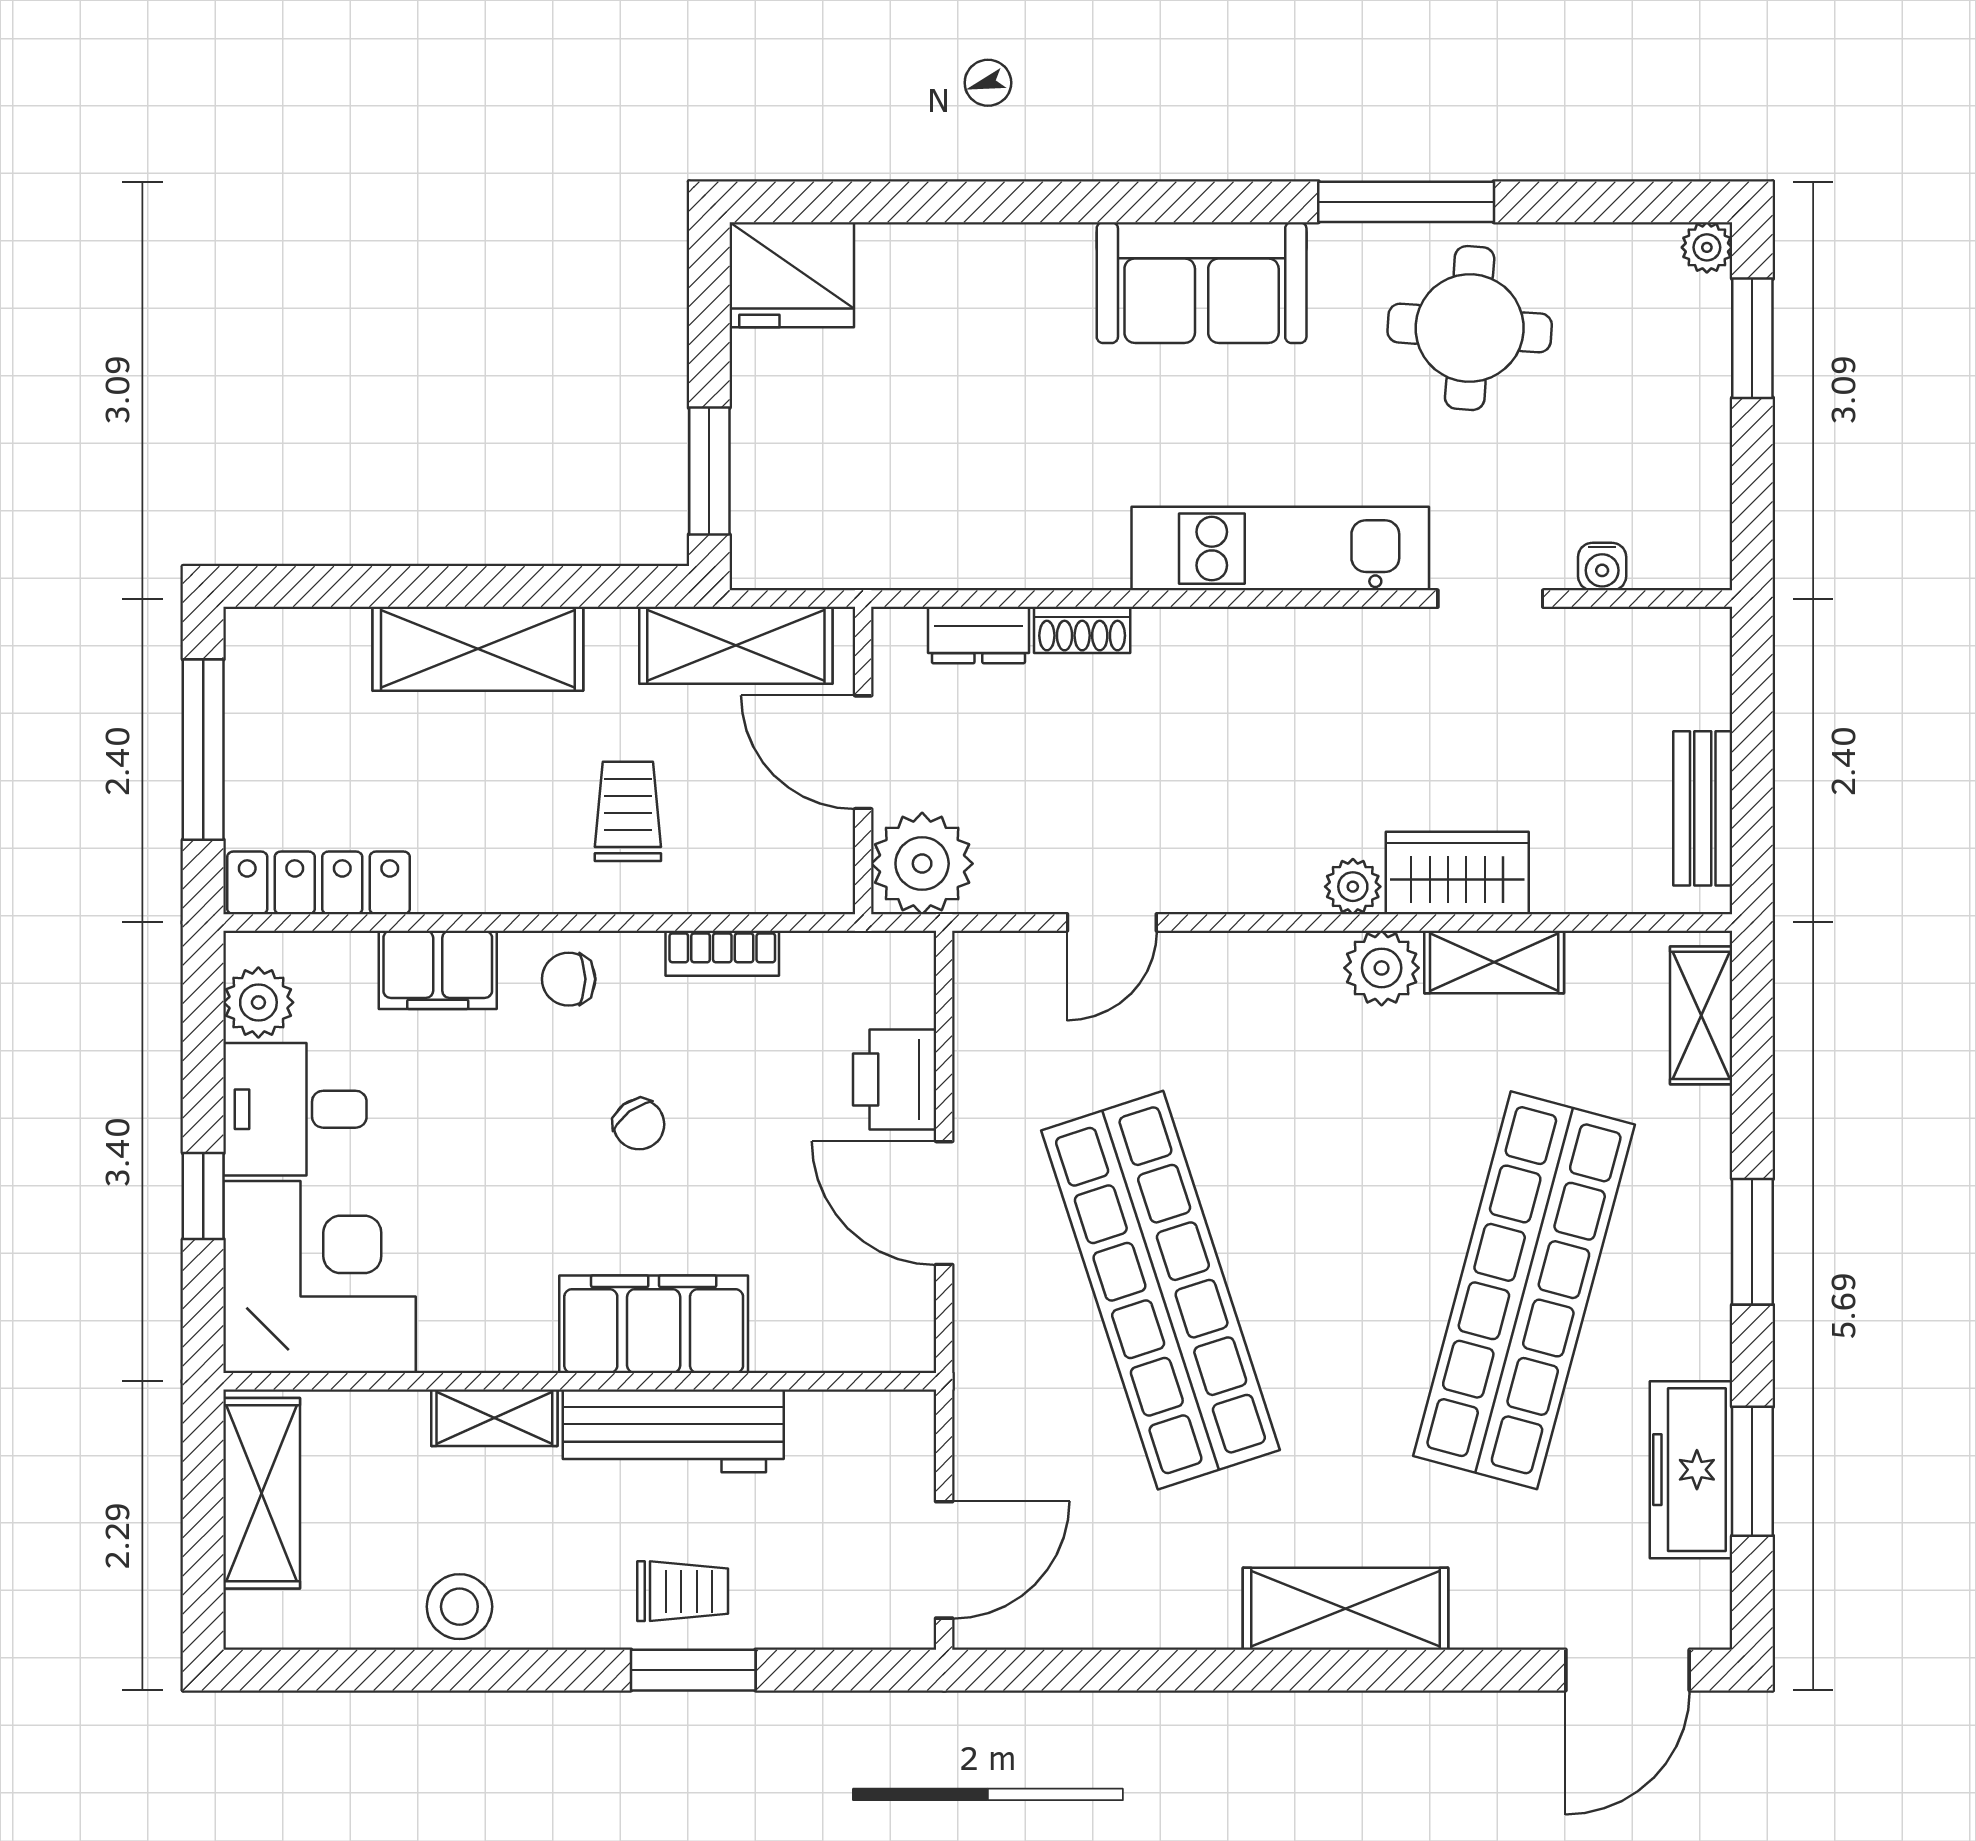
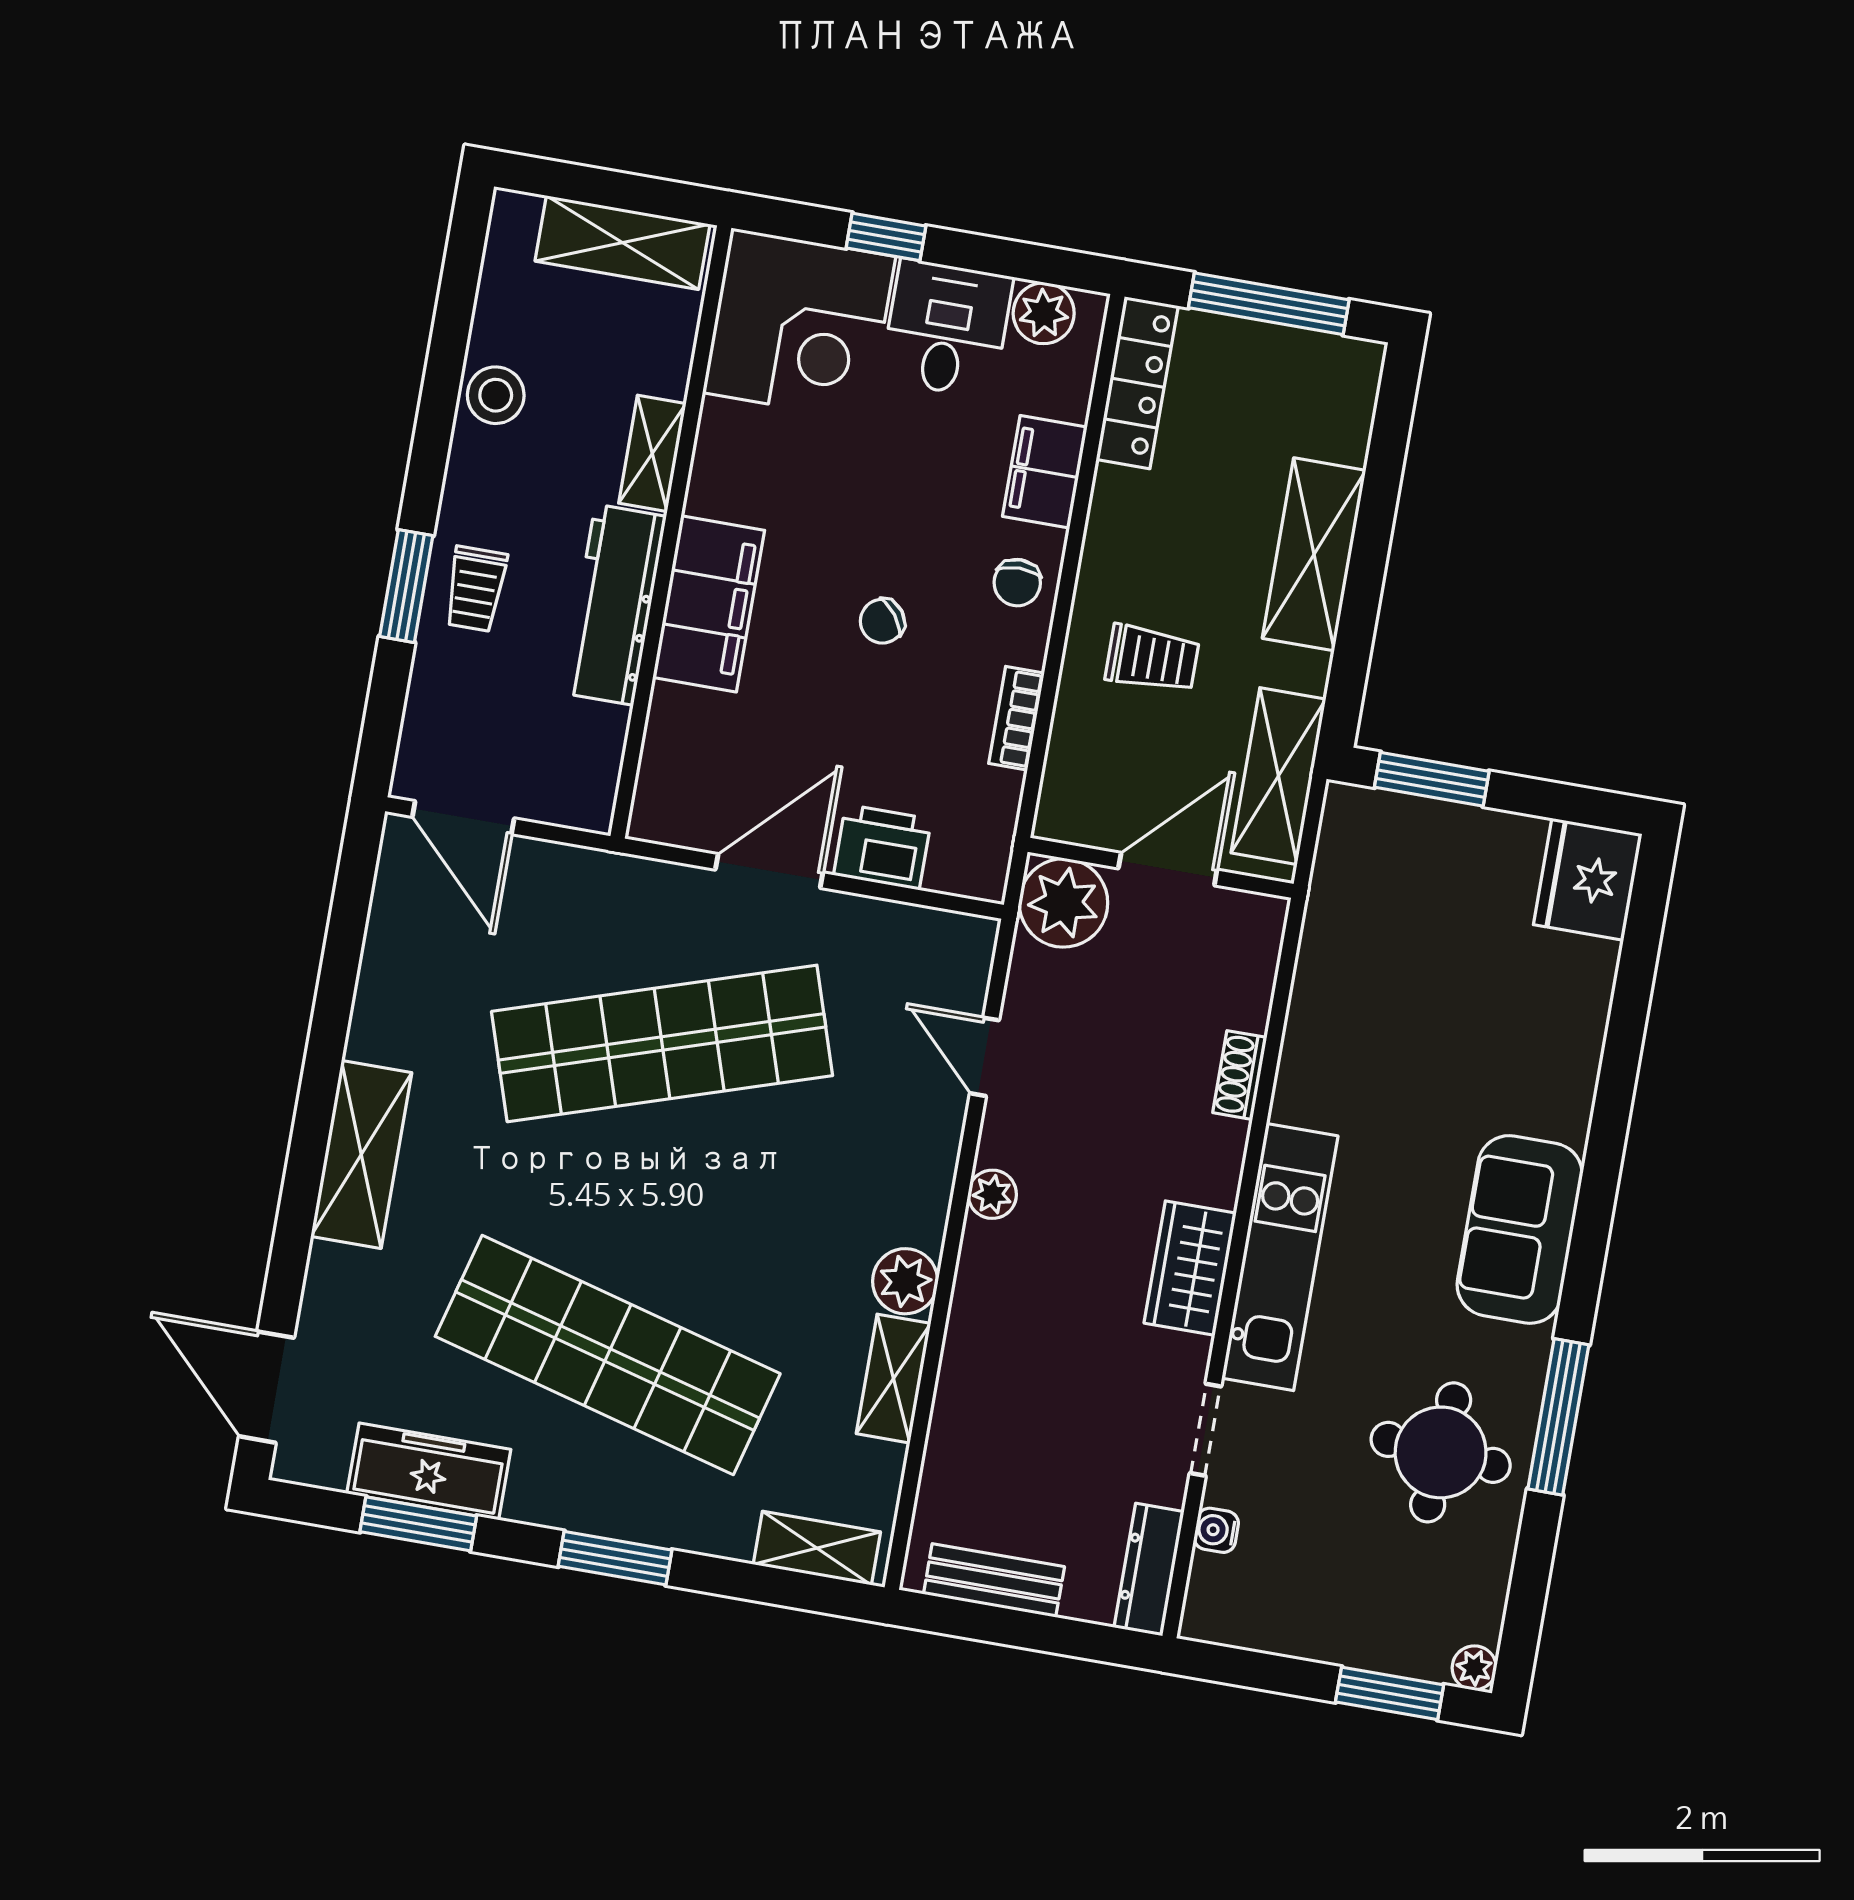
dresser: (978, 635) -> (1149, 1570), moved, width x1.44
wardrobe: (1457, 873) -> (1190, 1268), moved, turned 180
plant: (1353, 887) -> (992, 1194), moved
chair: (569, 979) -> (1017, 583), turned 180

